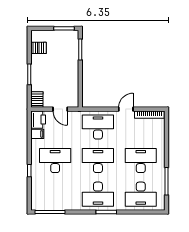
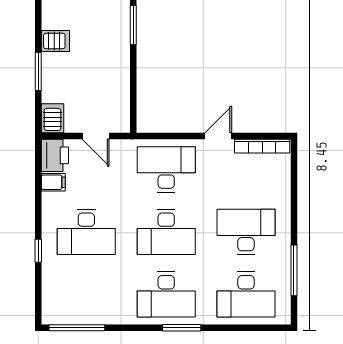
server rack: (39, 48) -> (55, 41), moved
desk: (55, 161) -> (86, 232), turned 180
desk: (98, 161) -> (166, 232), turned 180

